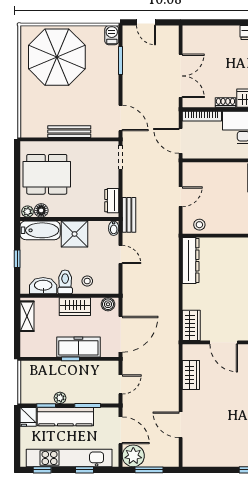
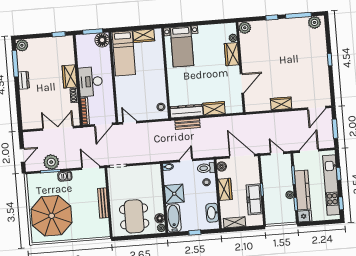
barbecue: (112, 35) -> (65, 176), moved
door: (121, 118) -> (91, 168), hinge flipped
door: (181, 197) -> (130, 123), moved
dresser: (112, 201) -> (149, 169), removed
bench: (129, 215) -> (187, 124), moved
toilet: (65, 282) -> (206, 168), moved
wardrobe: (191, 325) -> (214, 108), moved
freezer: (78, 347) -> (254, 199), moved
wardrobe: (191, 375) -> (281, 103), moved
door: (181, 425) -> (317, 108), moved
plant: (133, 456) -> (51, 162), moved

